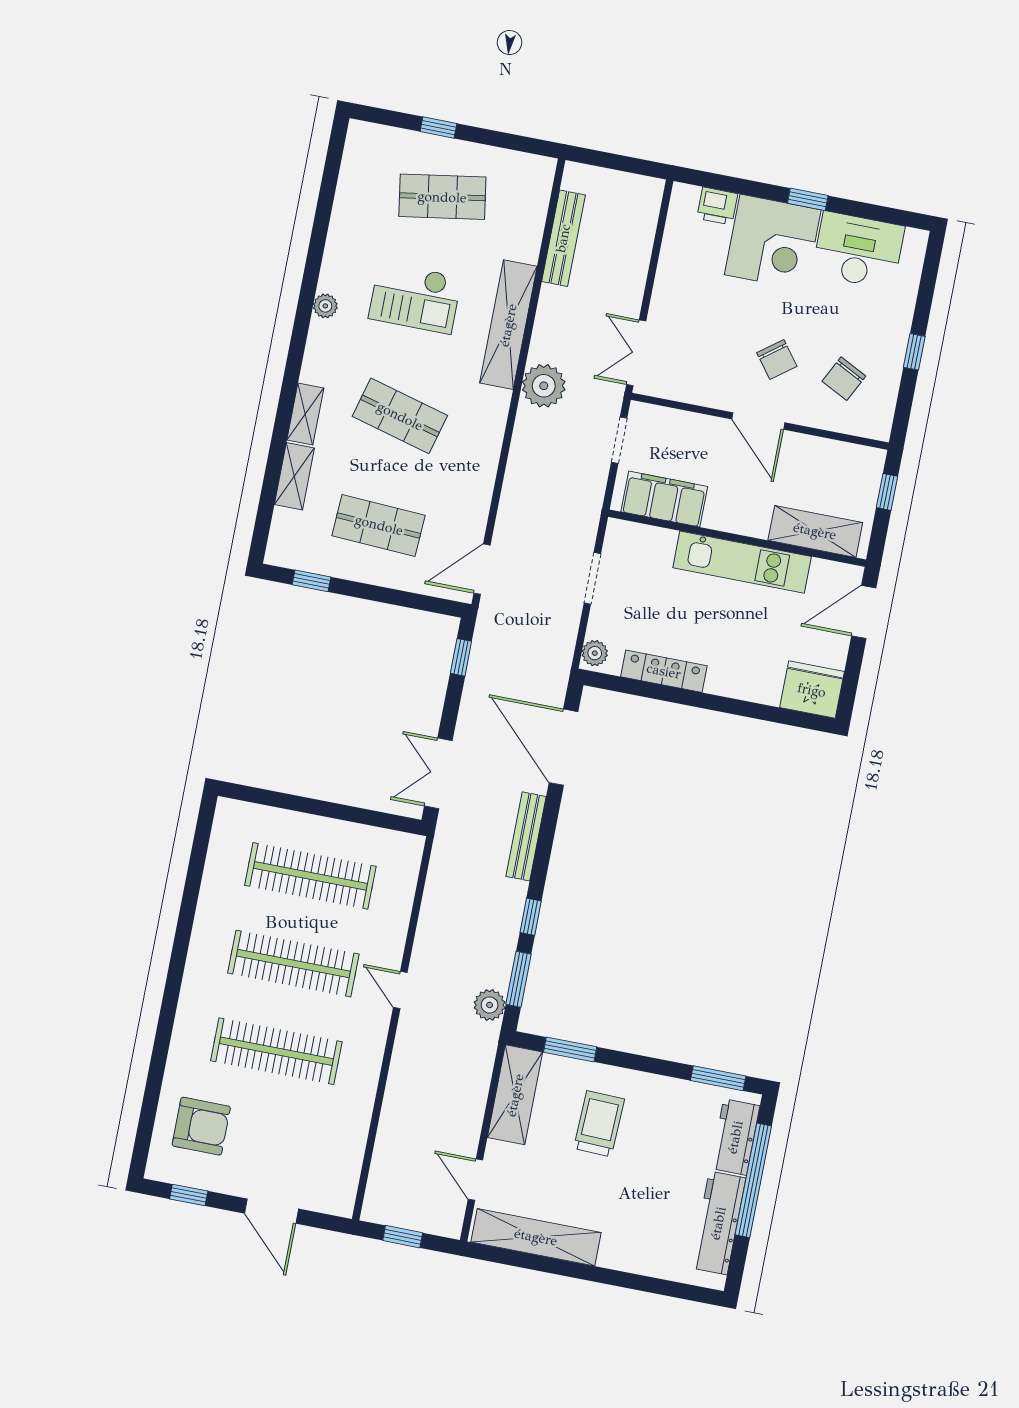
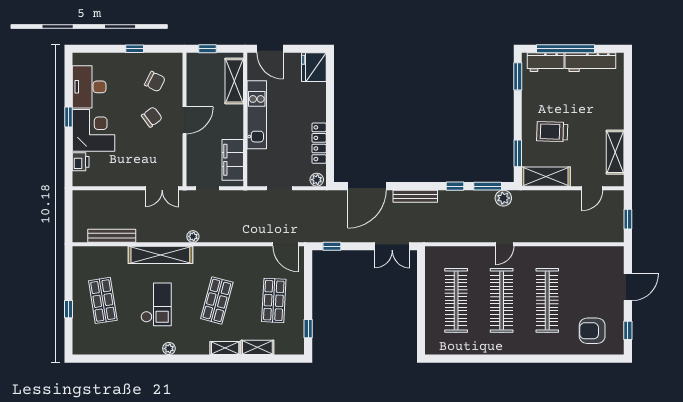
plant: (544, 386) -> (193, 236), width x0.53, depth x0.53
armchair: (201, 1126) -> (592, 331), turned -90
shelving: (536, 1237) -> (615, 152), width x0.68

